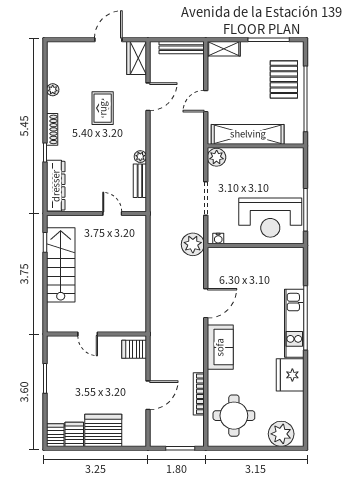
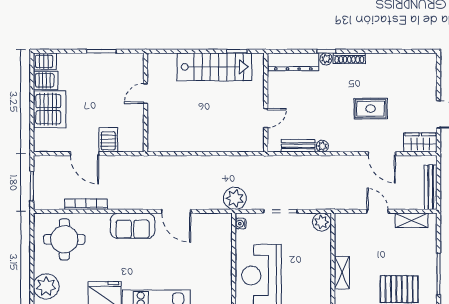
shelving: (224, 49) -> (412, 220), moved, turned 90
plant: (53, 90) -> (326, 59), moved
shelving: (248, 134) -> (342, 273), width x0.45, depth x0.75
server rack: (134, 349) -> (108, 140), moved

